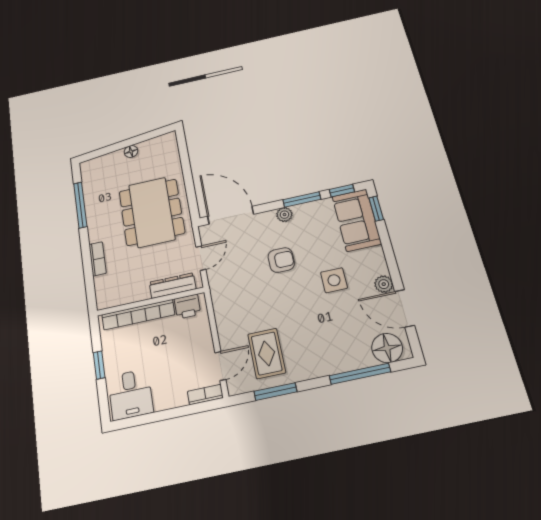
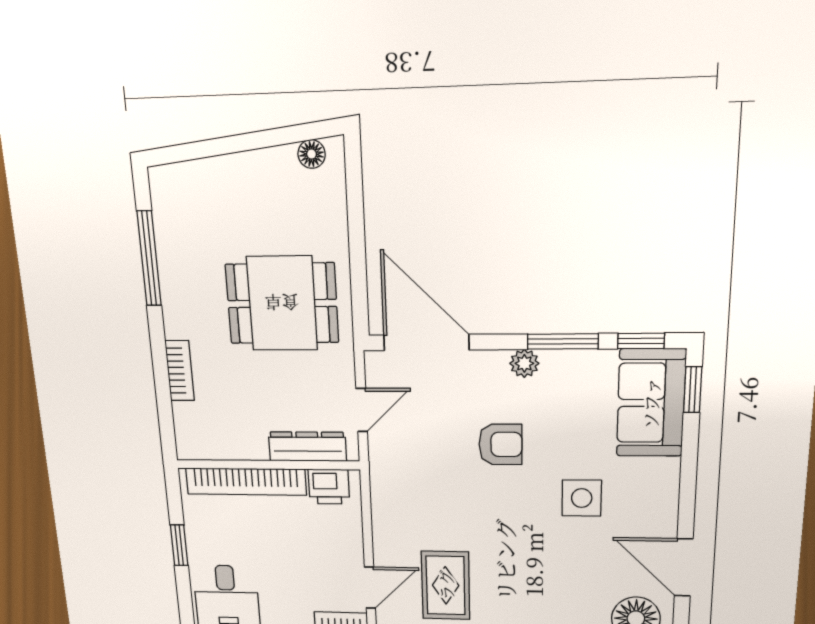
floor lamp: (131, 151) -> (312, 154), moved
dining table: (152, 212) -> (282, 303), width x0.73
plant: (384, 284) -> (663, 523), removed

